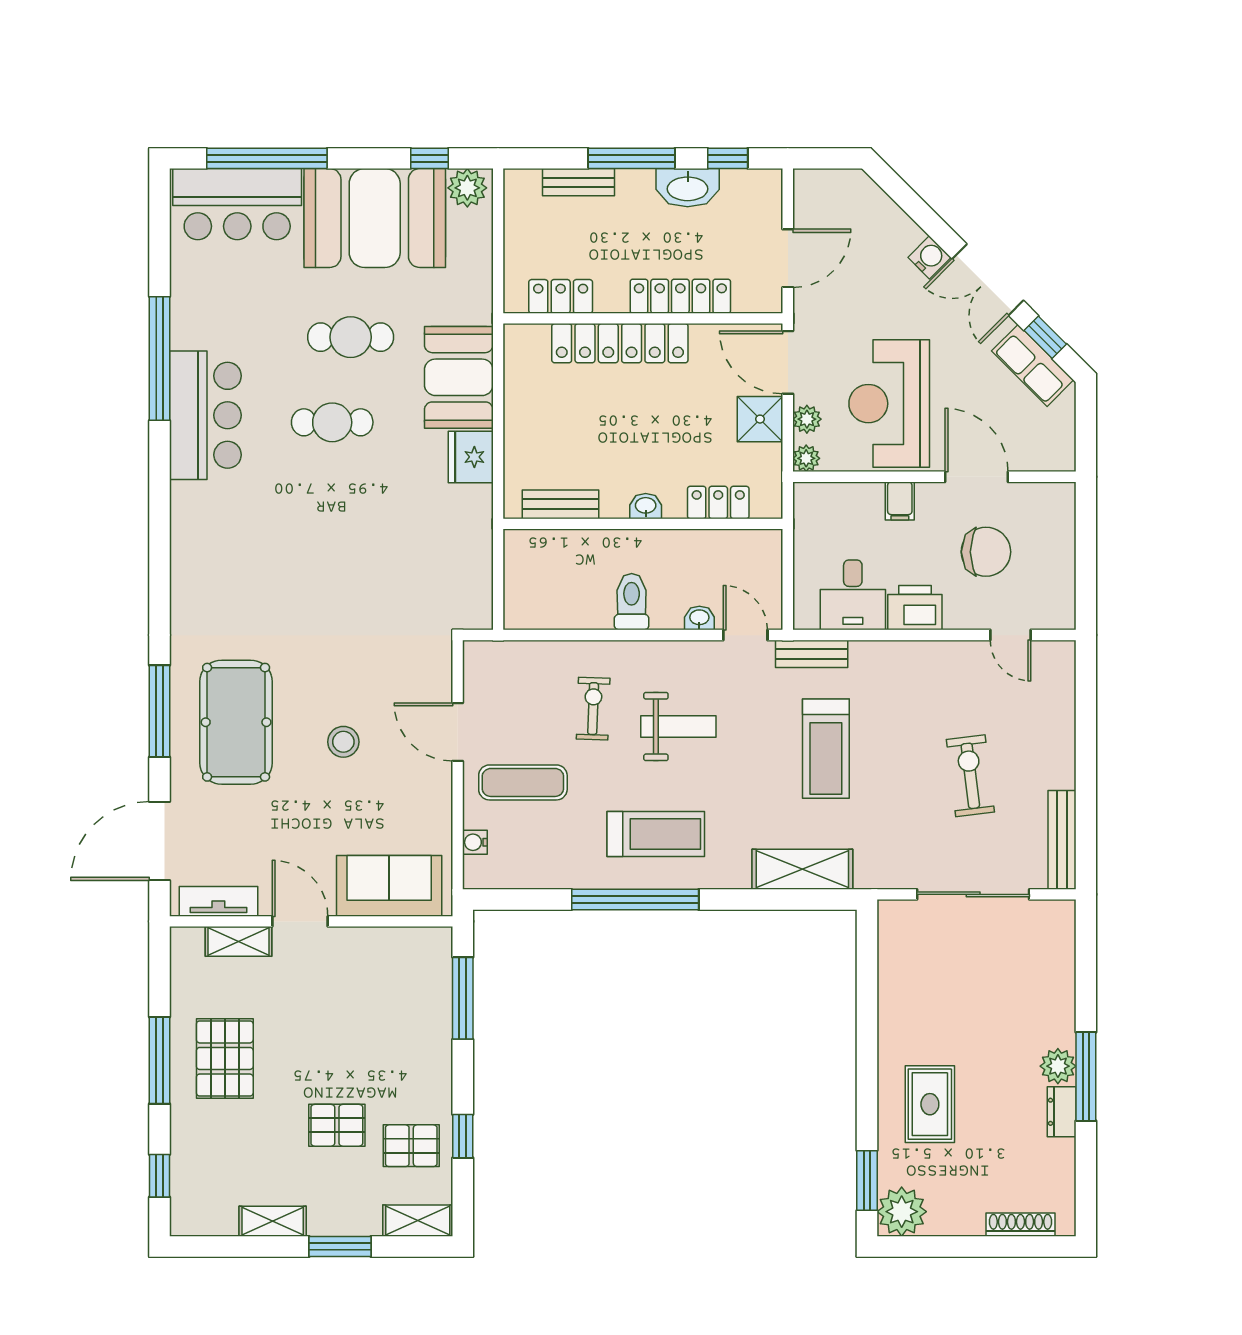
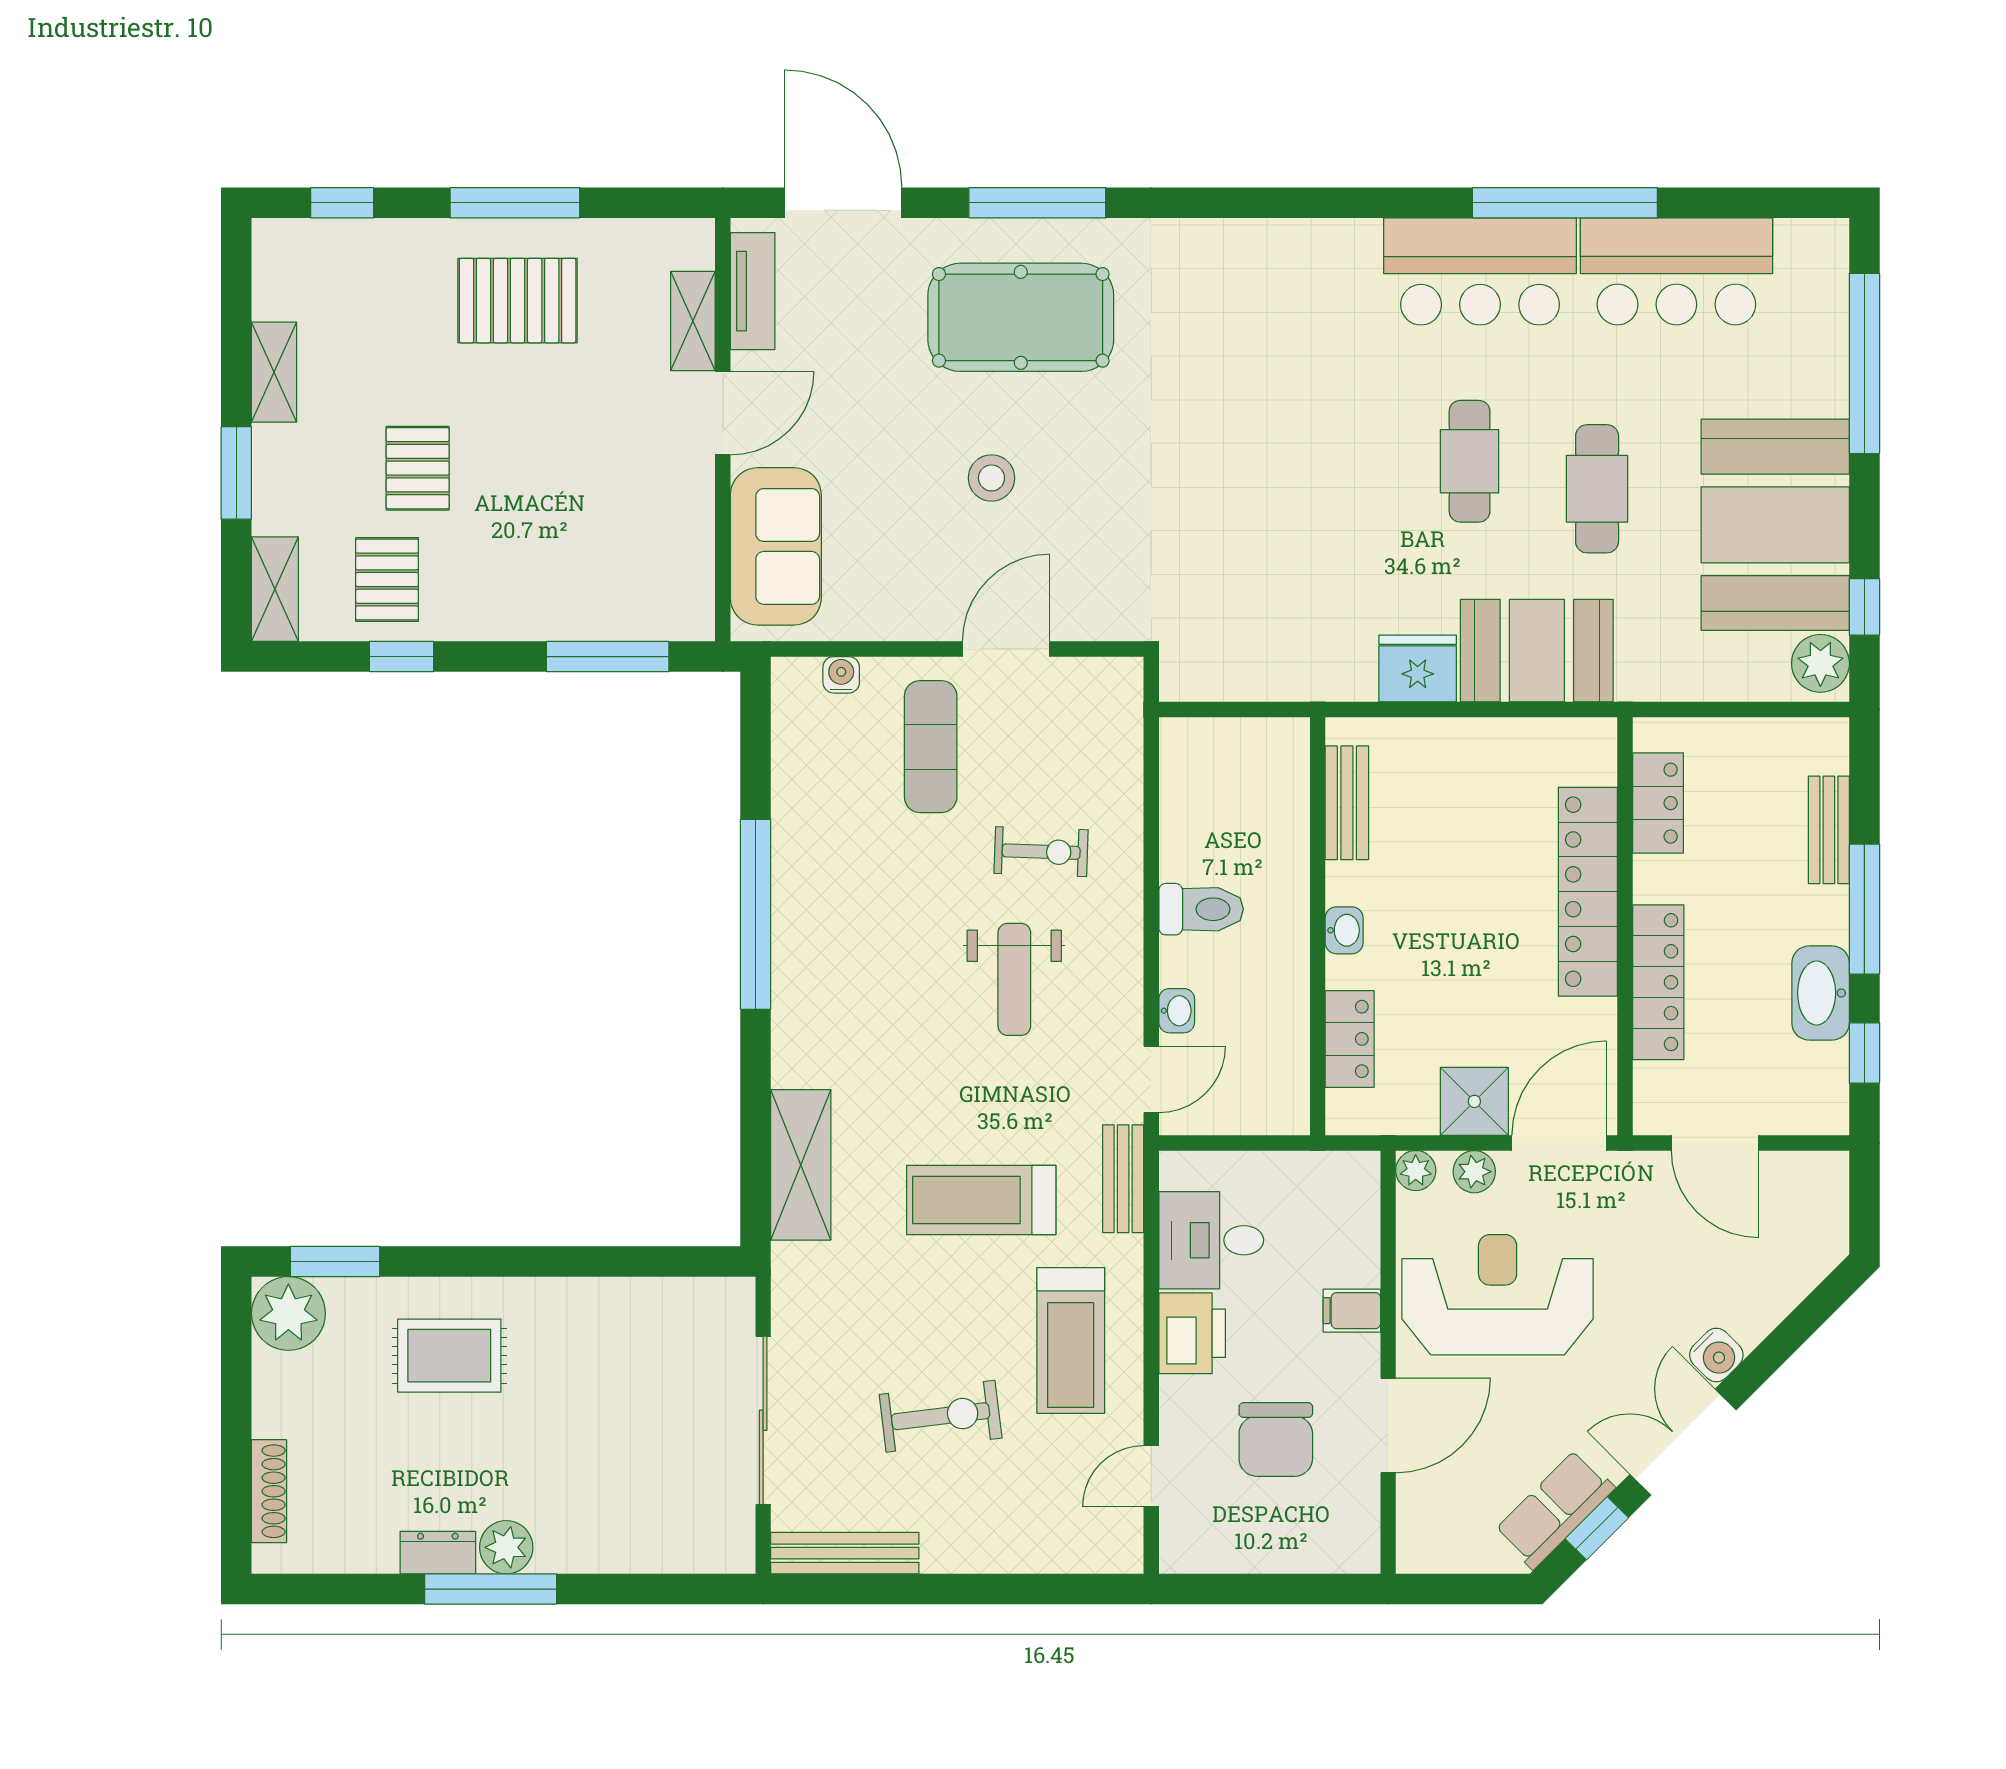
bar counter: (237, 204) -> (1676, 271), moved, turned -90
treadmill: (656, 834) -> (1071, 1340), moved

